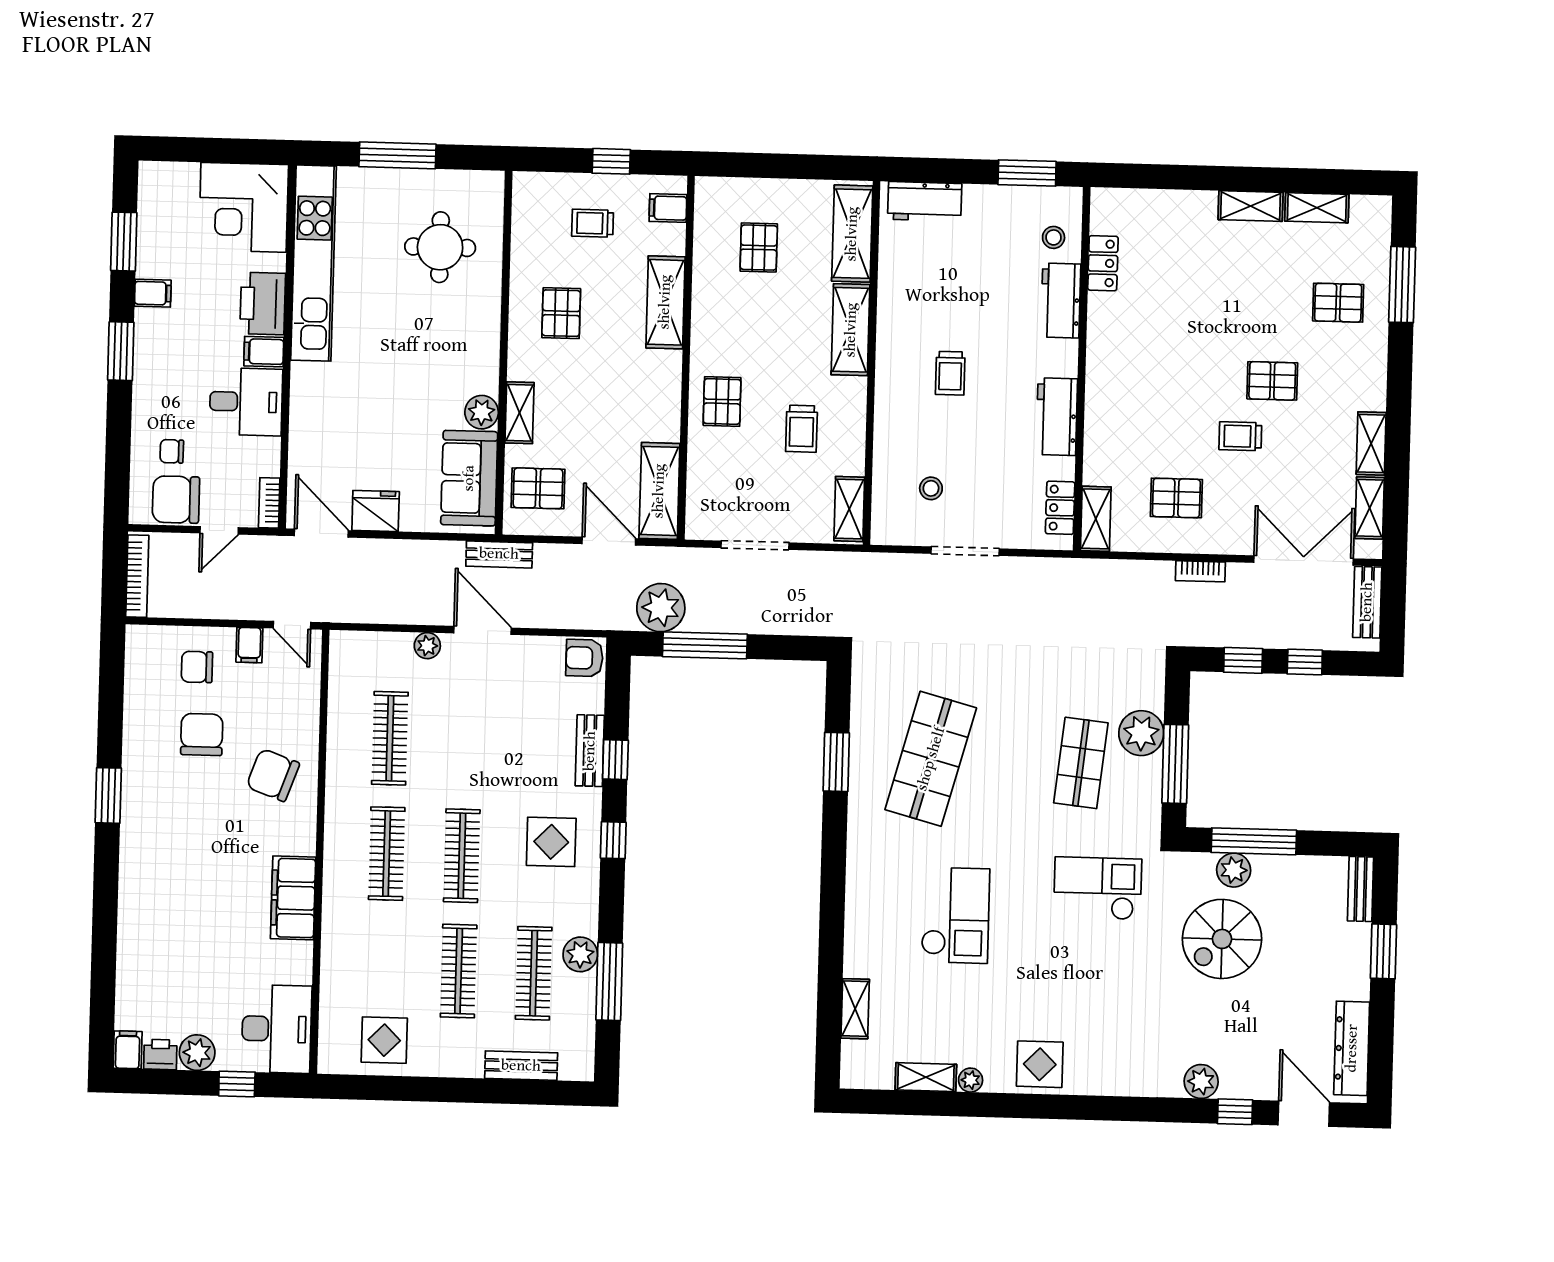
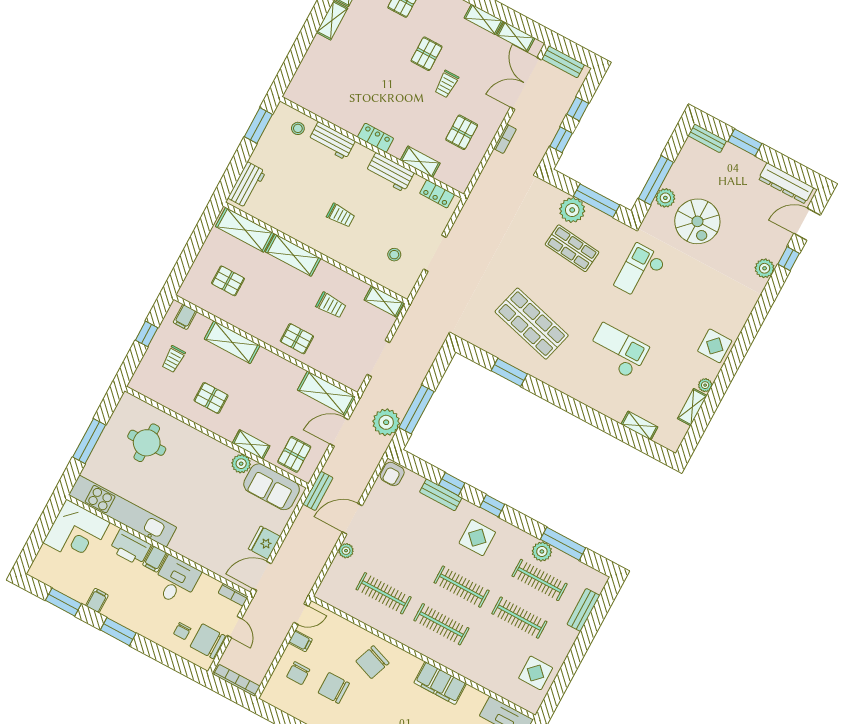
locker: (1103, 263) -> (376, 138), moved
chair: (176, 500) -> (208, 641), turned 90
shelving: (1096, 519) -> (420, 162), moved

